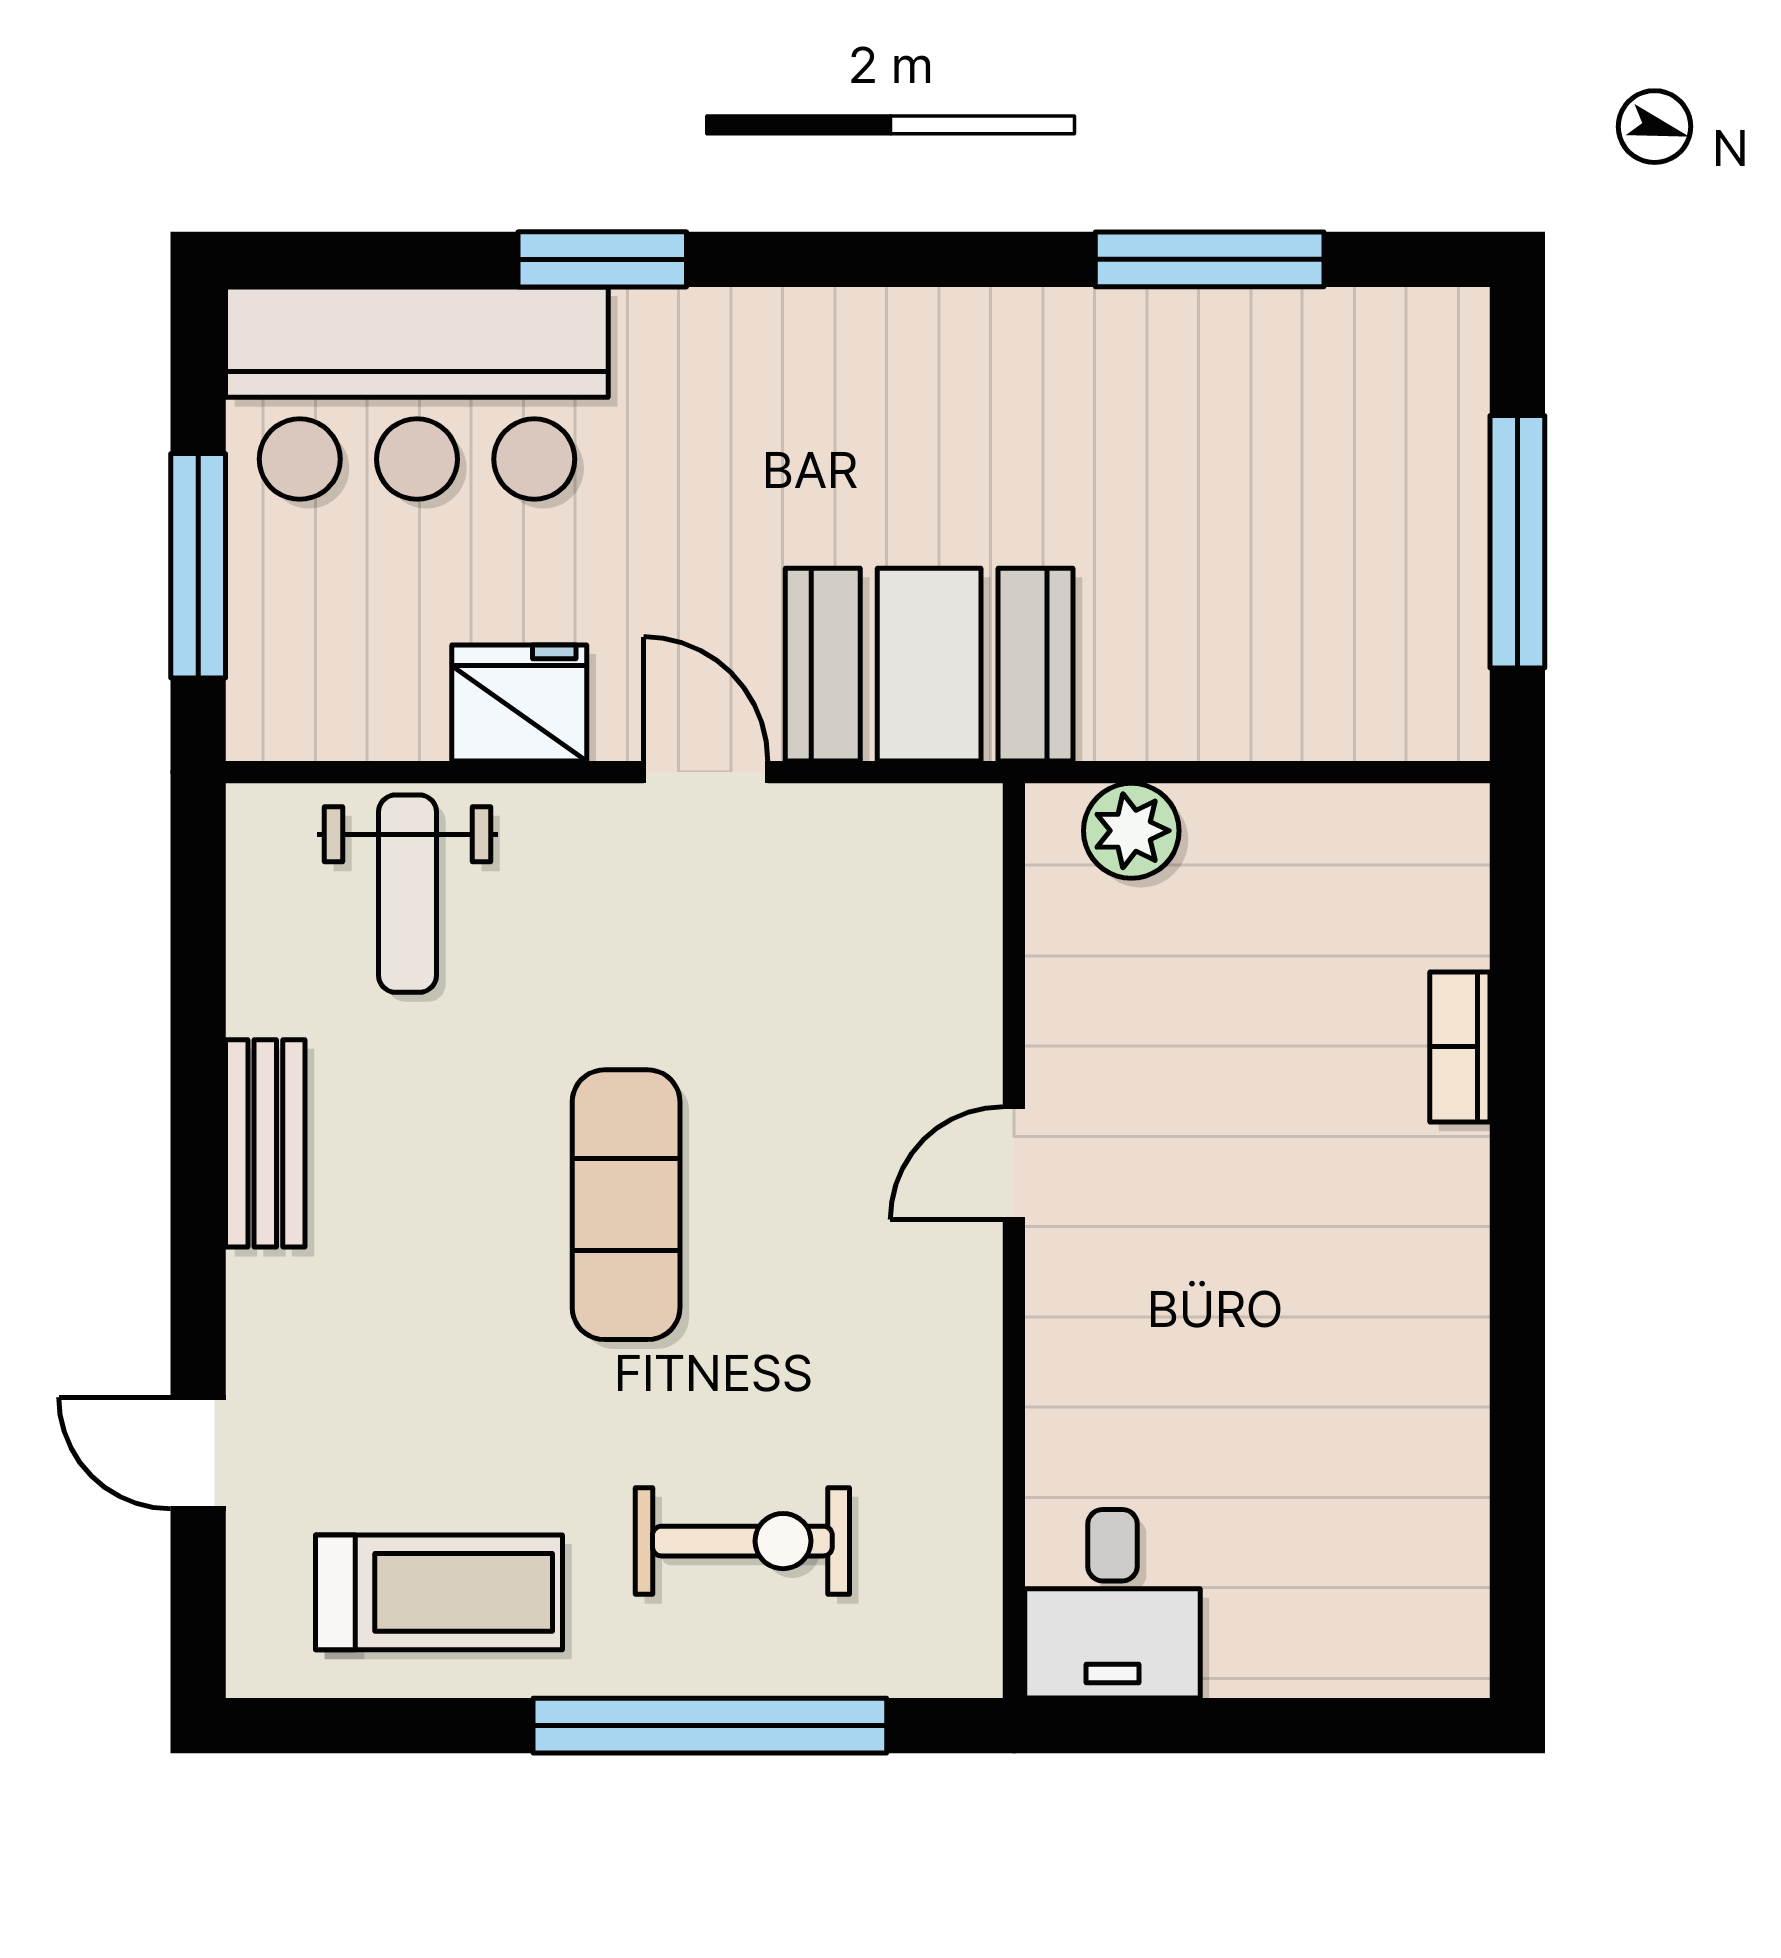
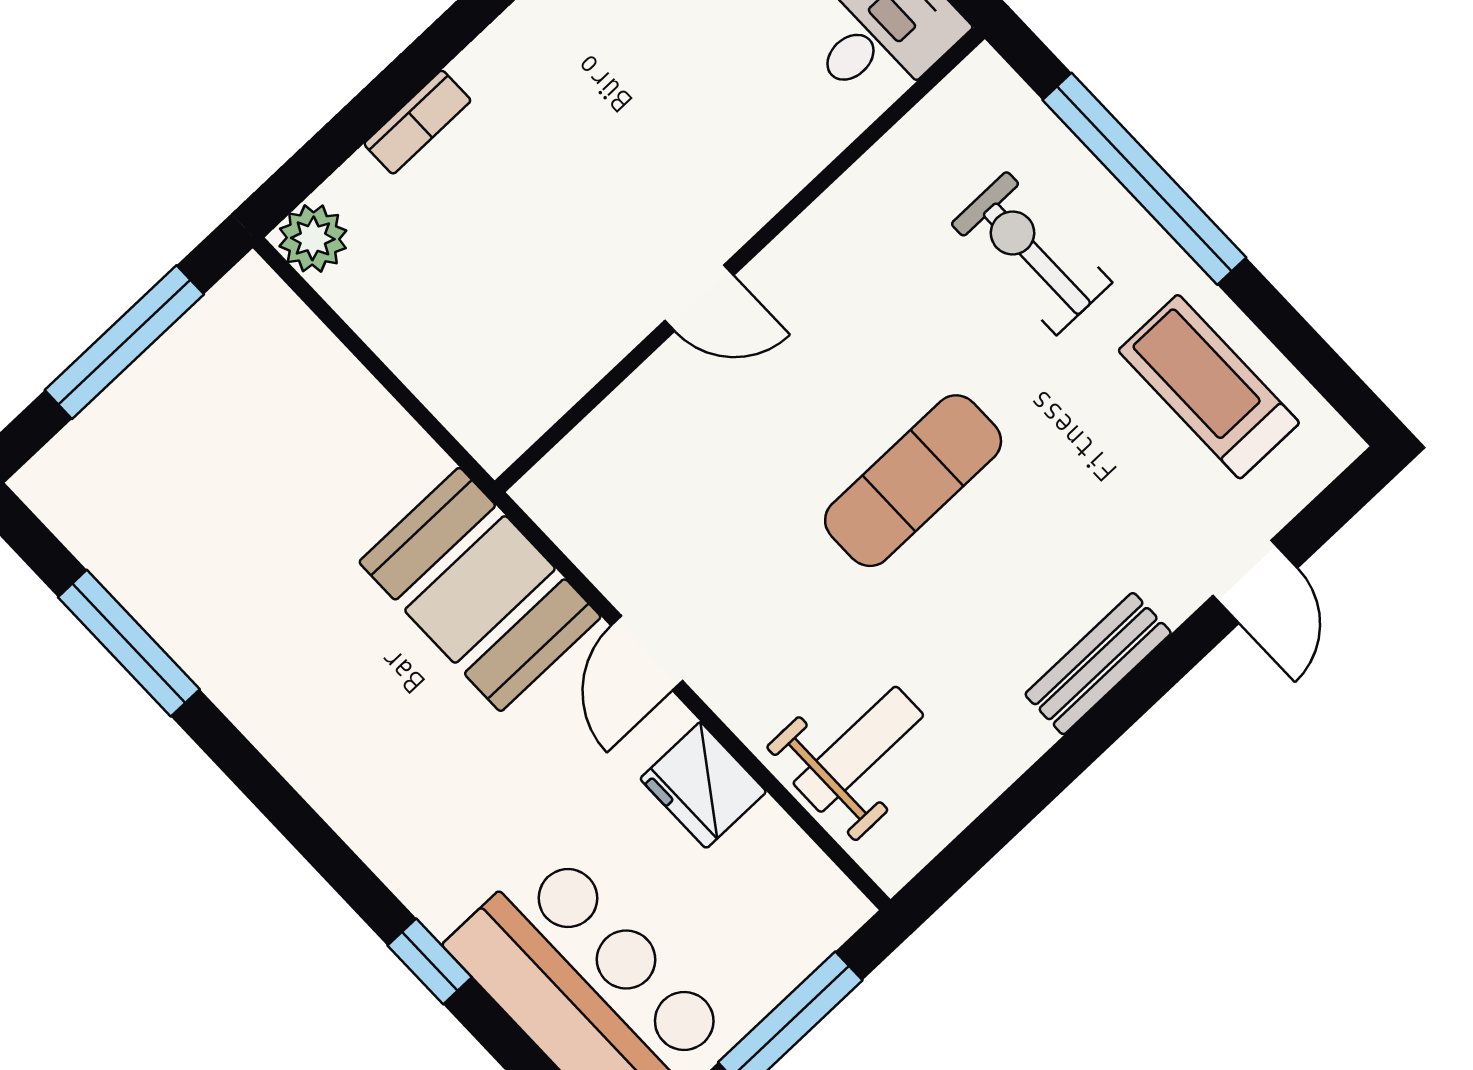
window: (602, 259) -> (430, 961), width x0.67
plant: (1131, 831) -> (313, 238), moved
bench: (265, 1143) -> (1098, 664), moved

